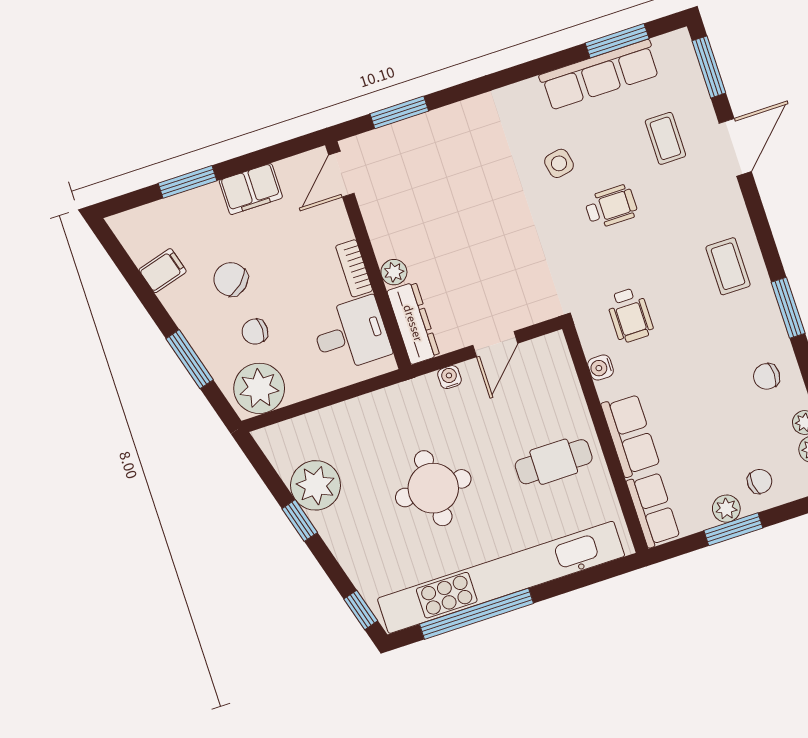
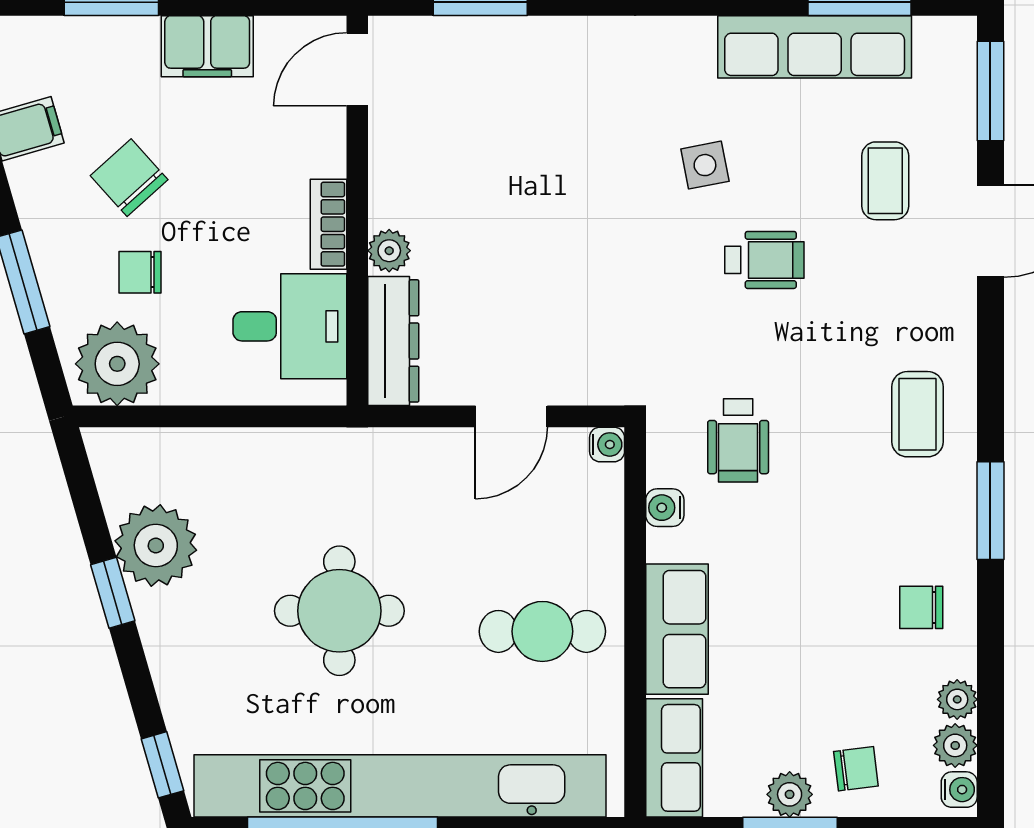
water cooler: (450, 377) -> (607, 444), moved, turned 90

